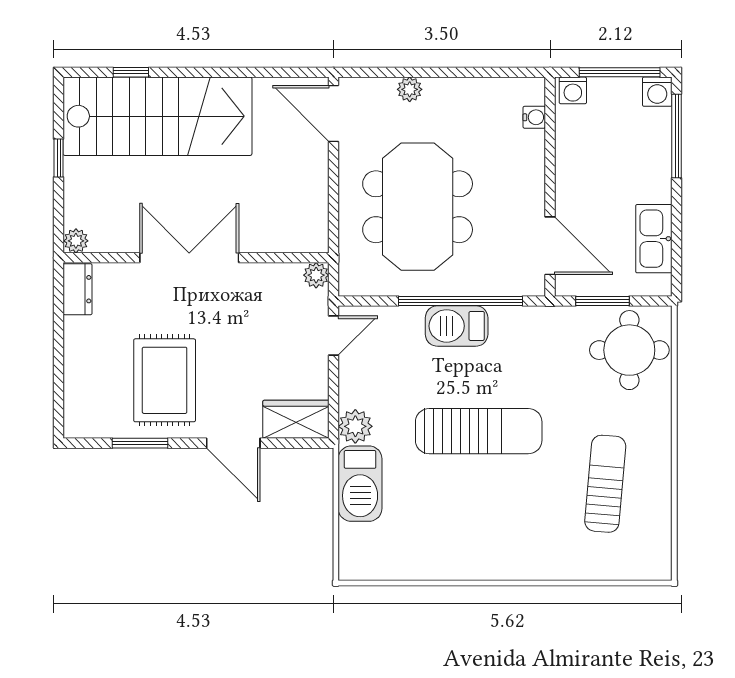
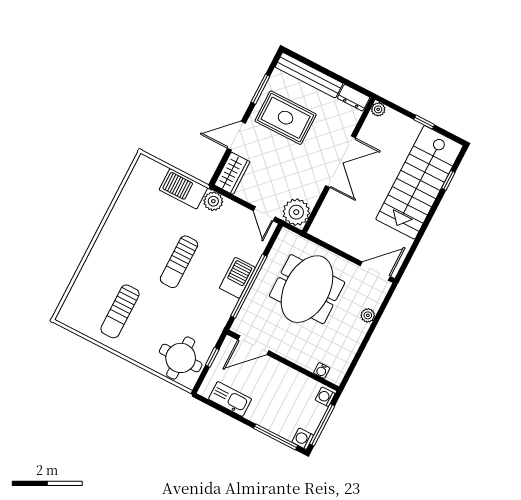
meeting table: (418, 207) -> (307, 289), turned 90
plant: (316, 275) -> (296, 212), width x1.87, depth x1.87
window: (602, 301) -> (212, 357), width x0.67
bench: (78, 378) -> (309, 75), added
sun lounger: (479, 431) -> (179, 262), width x0.73, depth x0.75
sun lounger: (605, 484) -> (120, 311), turned 85

